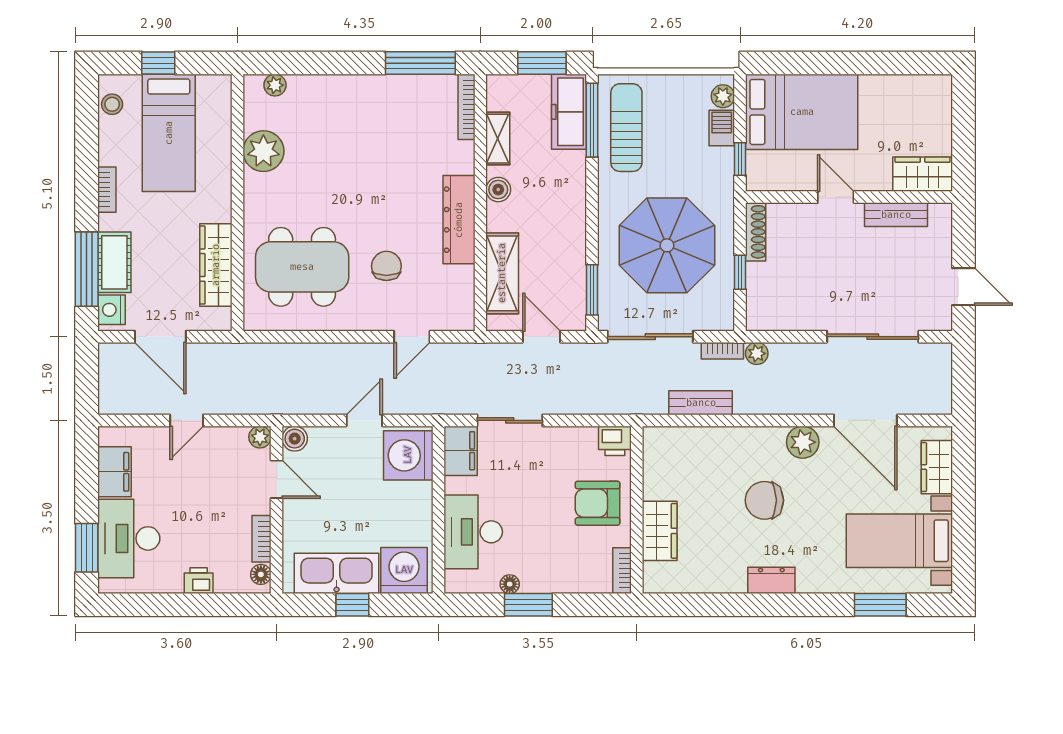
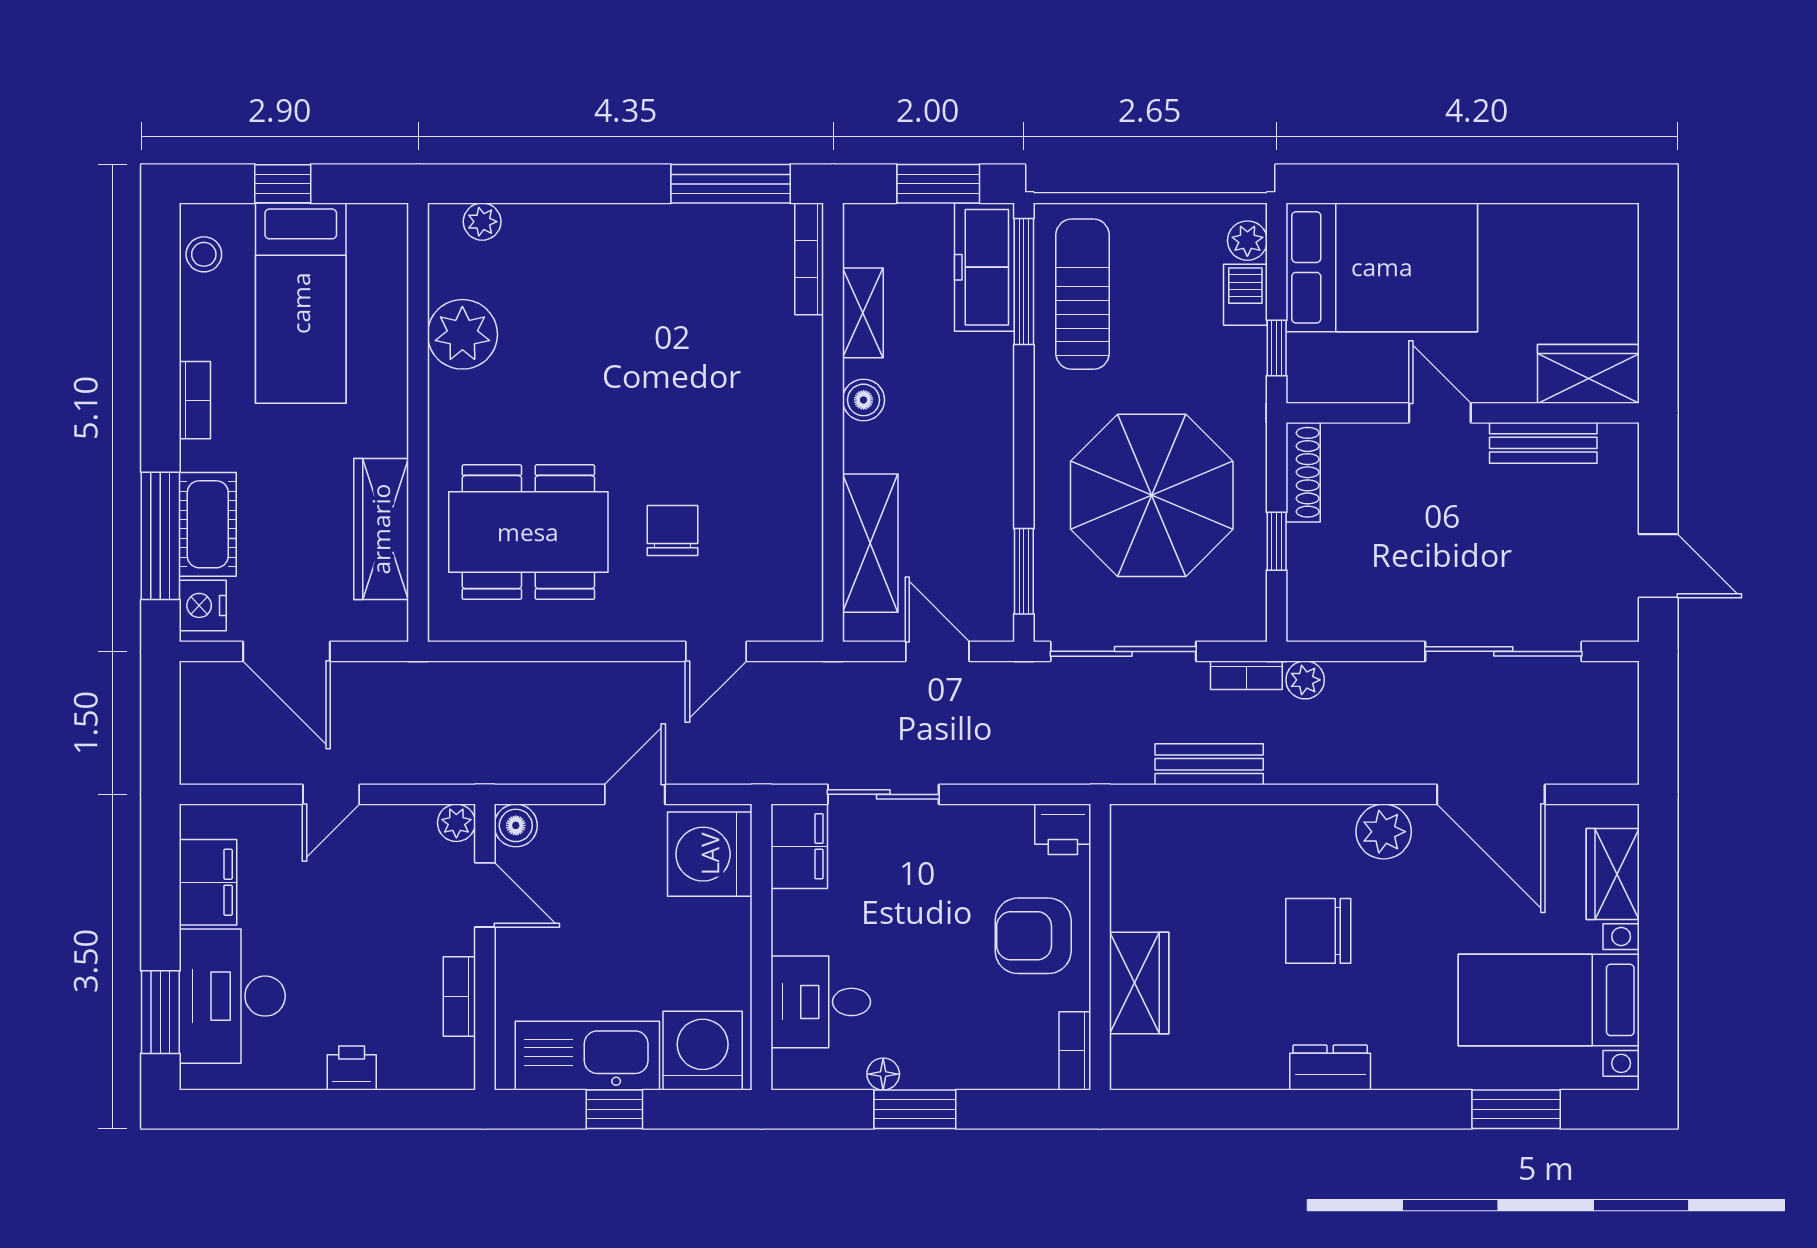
dresser: (459, 220) -> (797, 451), removed
desk: (473, 532) -> (821, 1002), width x0.73
floor lamp: (261, 574) -> (458, 1058), removed

